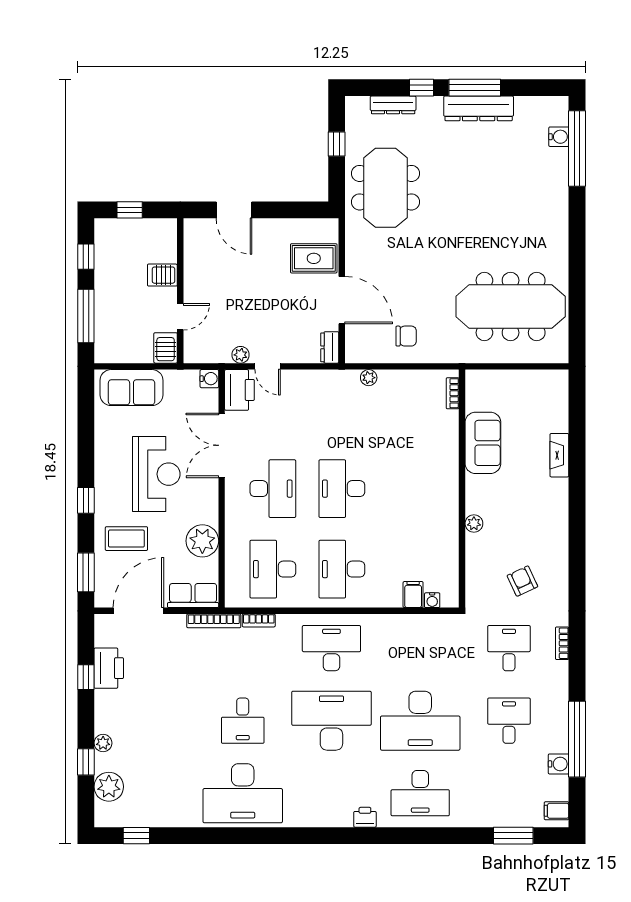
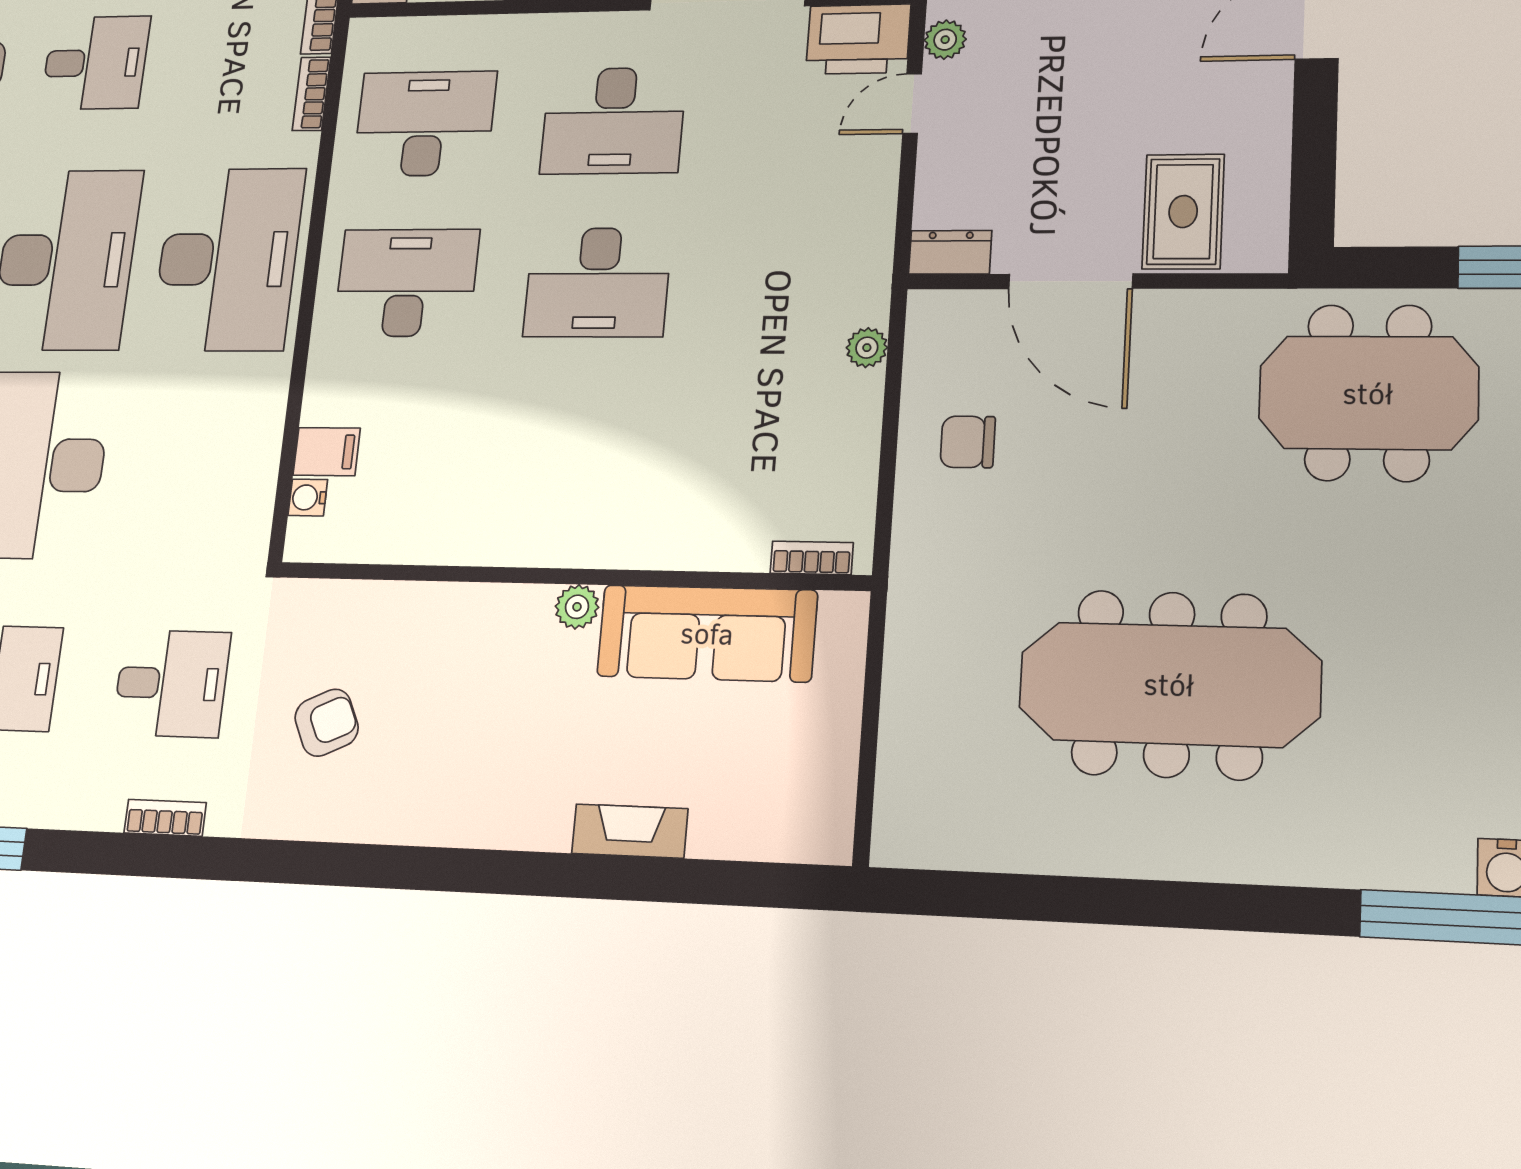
door: (342, 300) -> (1071, 281), hinge flipped
meeting table: (511, 307) -> (1169, 684), moved, turned 90
chair: (406, 336) -> (968, 442), turned 90
sofa: (483, 443) -> (707, 633), width x1.36
desk: (342, 489) -> (598, 282), turned 180
plant: (474, 524) -> (577, 607), moved
desk: (331, 648) -> (228, 259), width x1.36, depth x1.30
desk: (243, 721) -> (95, 63), turned 180

